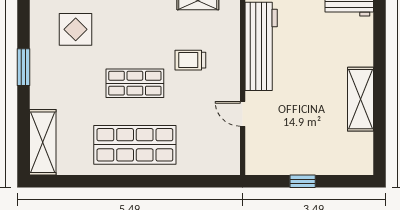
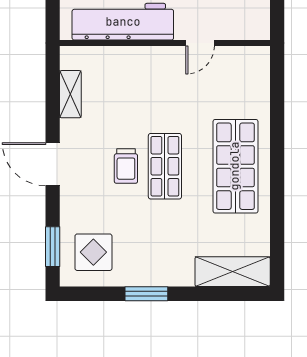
display table: (76, 29) -> (93, 252), moved
trolley: (190, 60) -> (126, 166), moved

